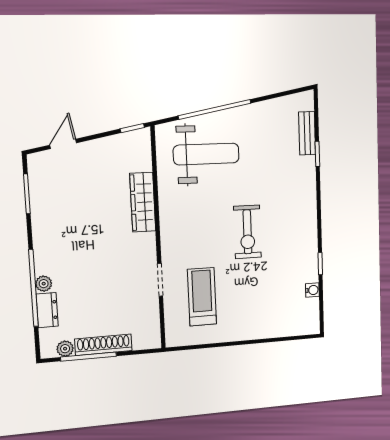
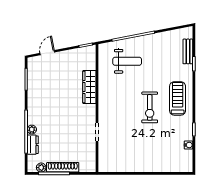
weight bench: (206, 154) -> (127, 61), width x0.73, depth x0.75
treadmill: (202, 297) -> (178, 98), moved

